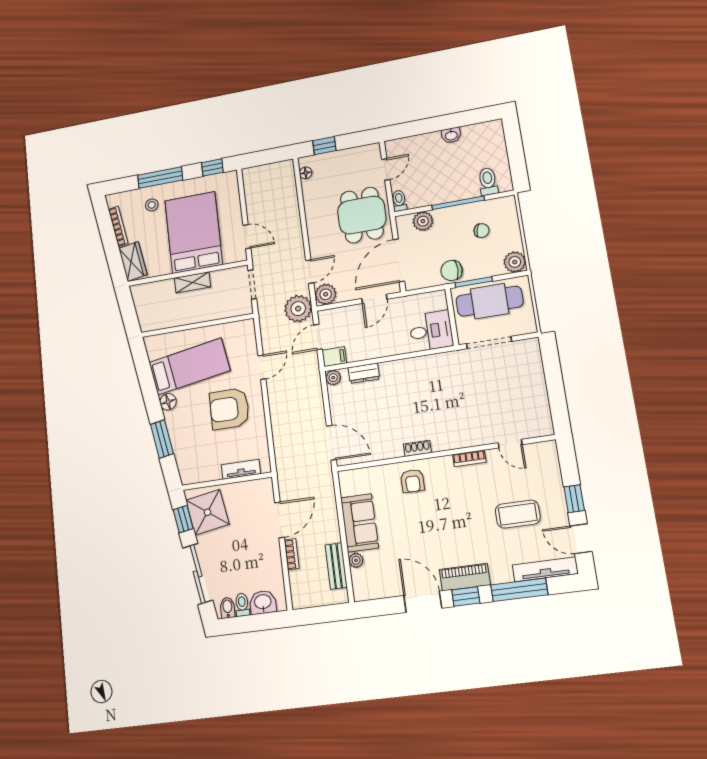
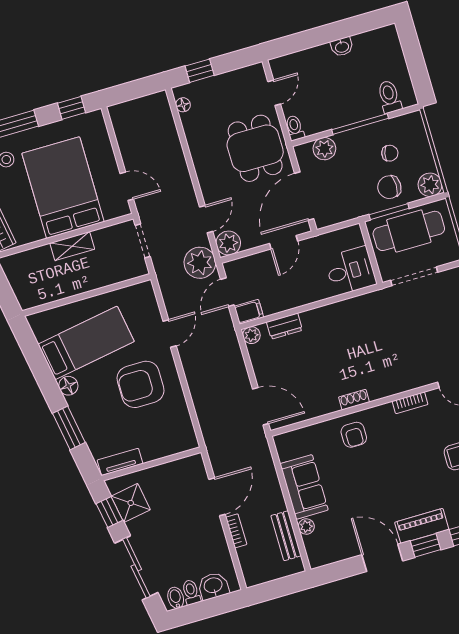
chair: (452, 271) -> (389, 187), moved
tv unit: (241, 469) -> (120, 462), moved
shower: (207, 512) -> (131, 503), width x0.73, depth x0.73

